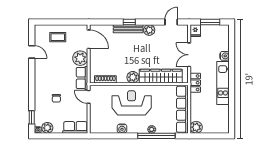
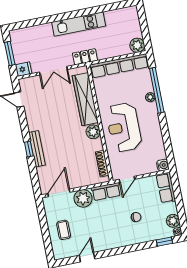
plant: (149, 30) -> (34, 124), removed
water cooler: (225, 56) -> (46, 29), removed
water cooler: (122, 129) -> (163, 165), moved

